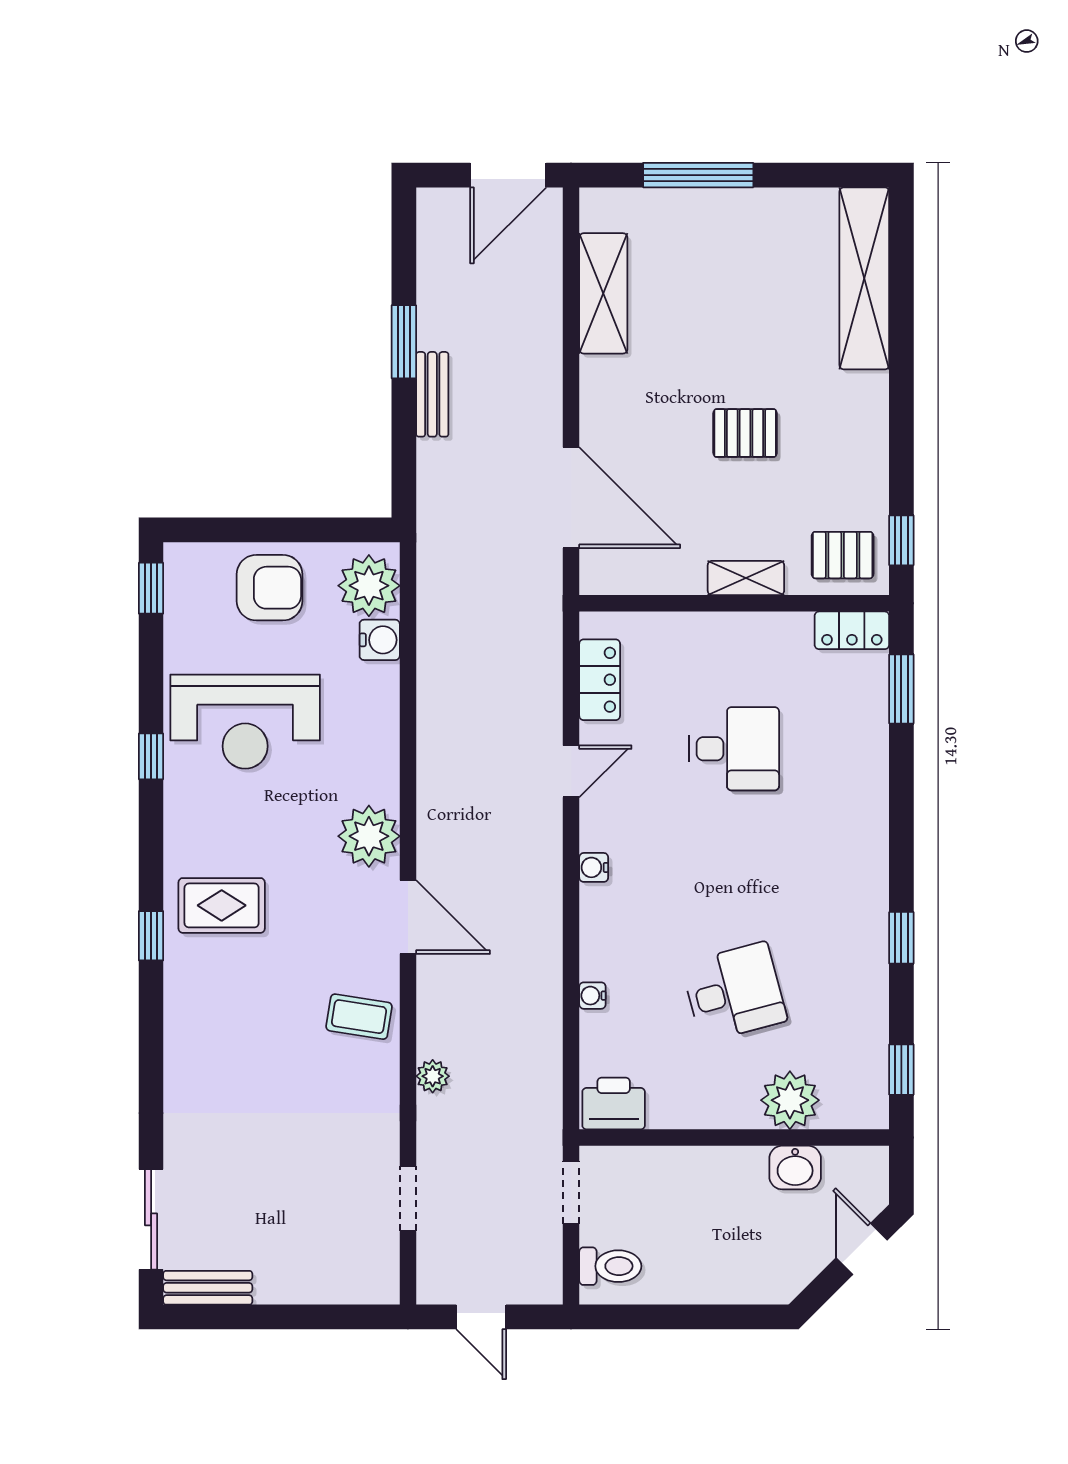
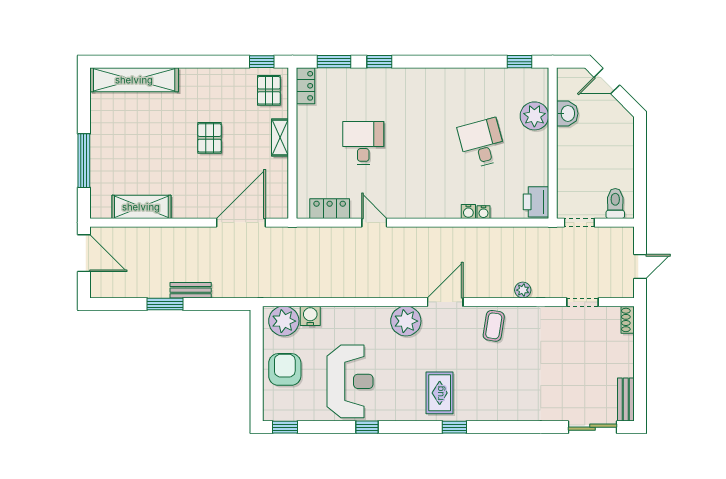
water cooler: (594, 867) -> (468, 212), moved
window: (901, 938) -> (379, 62), moved
shoe rack: (371, 1291) -> (628, 320), added

